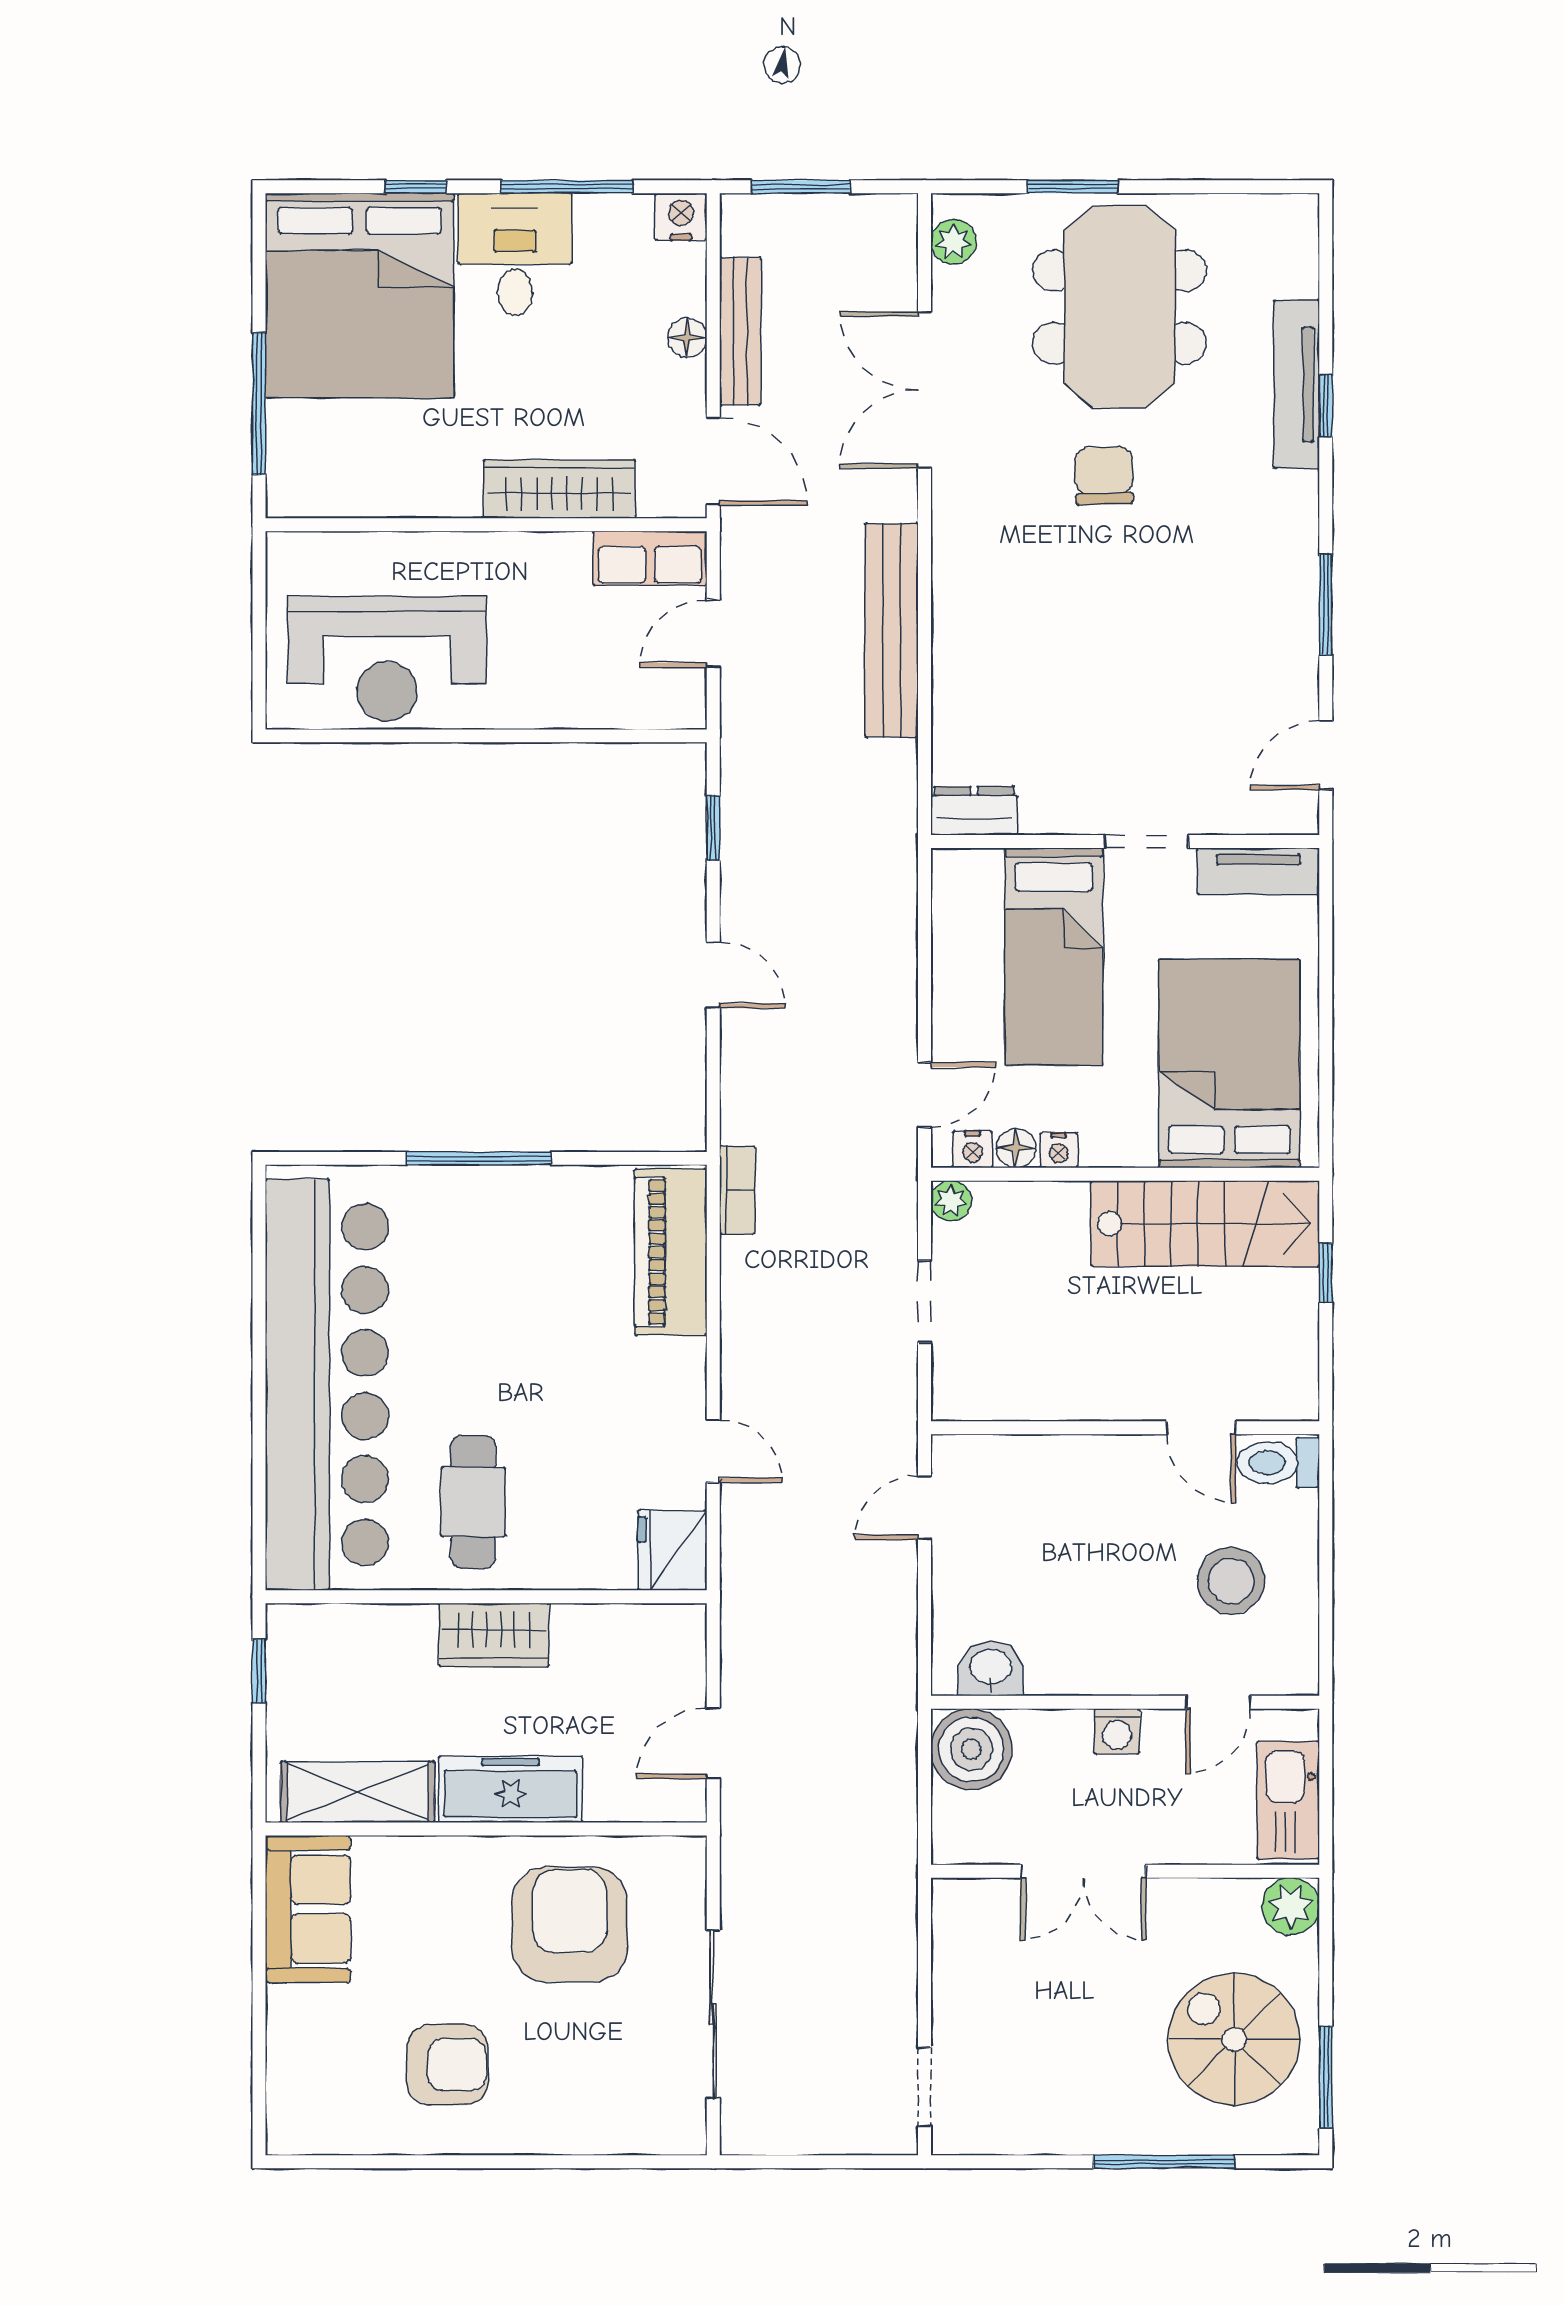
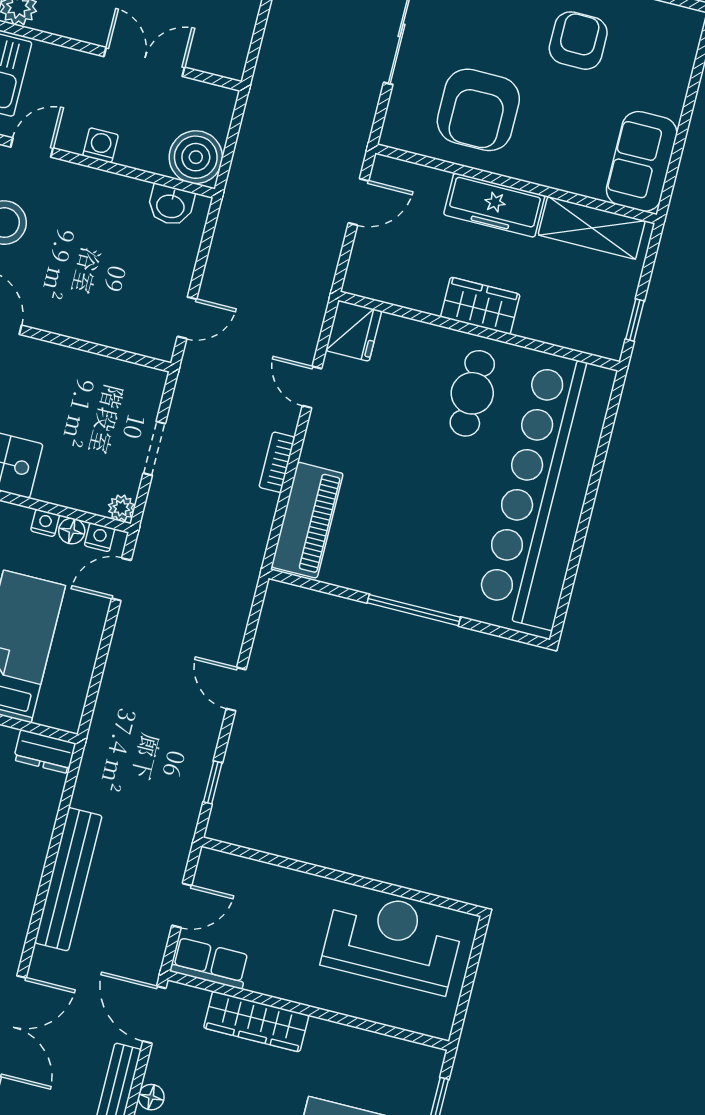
bookcase: (737, 1190) -> (277, 462), moved
armchair: (447, 2065) -> (578, 41), turned 90

